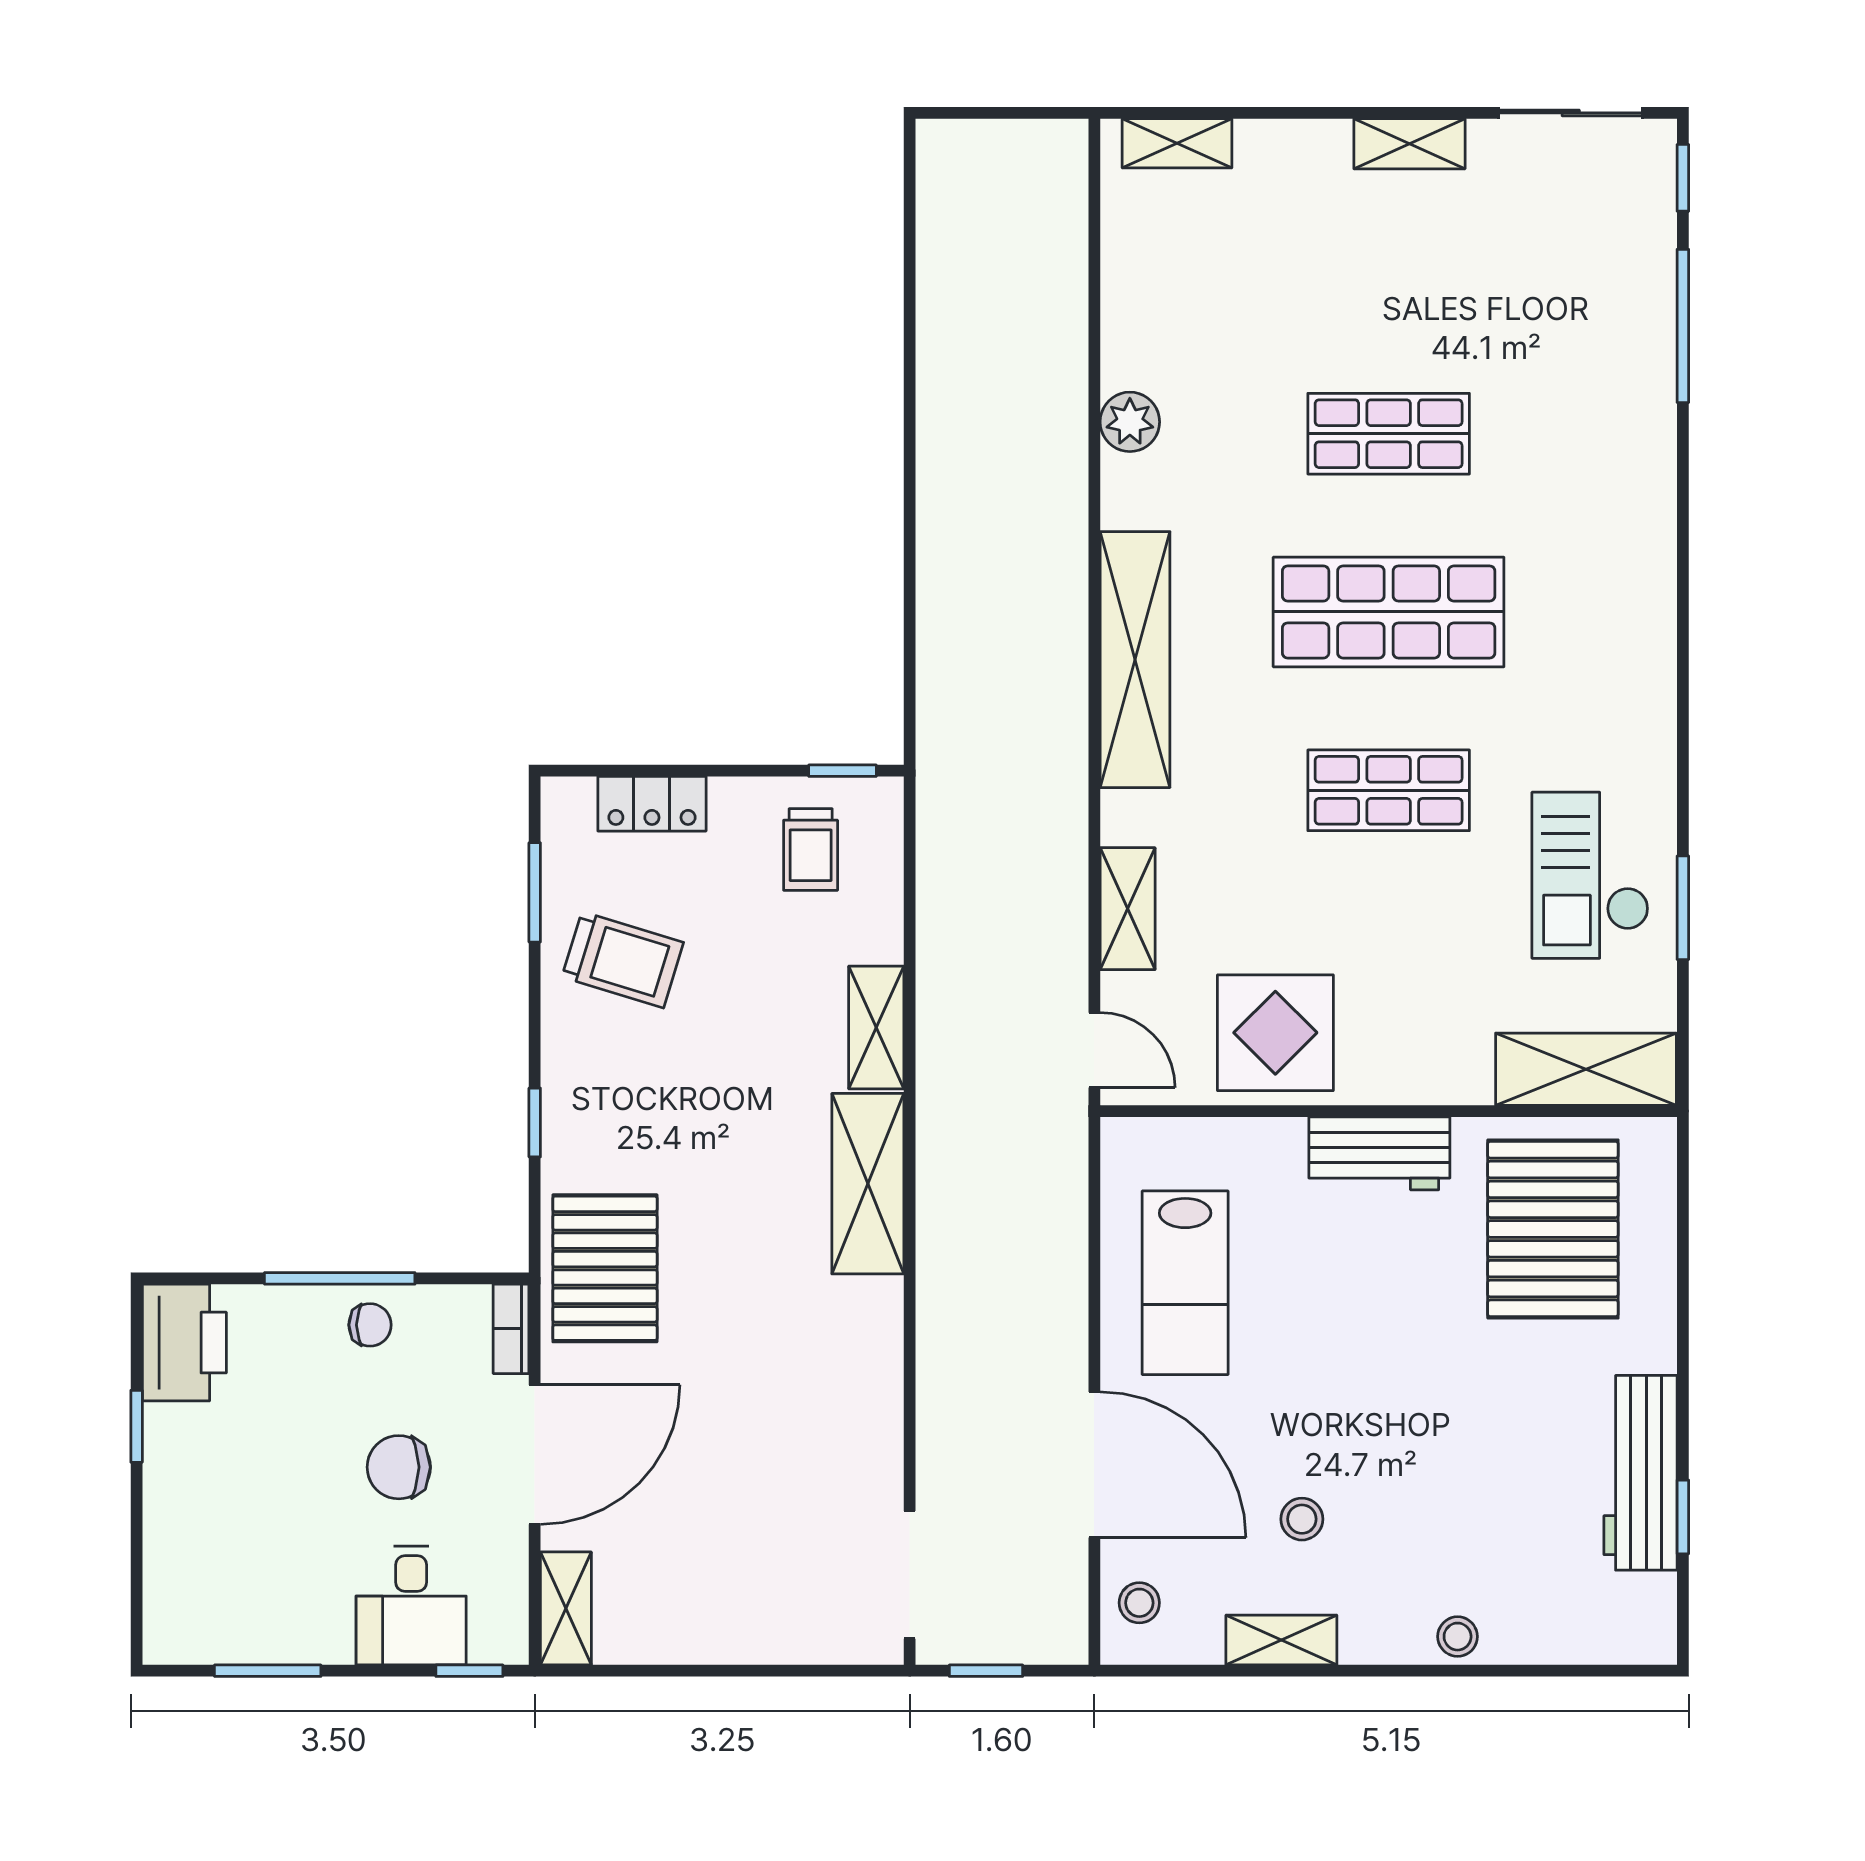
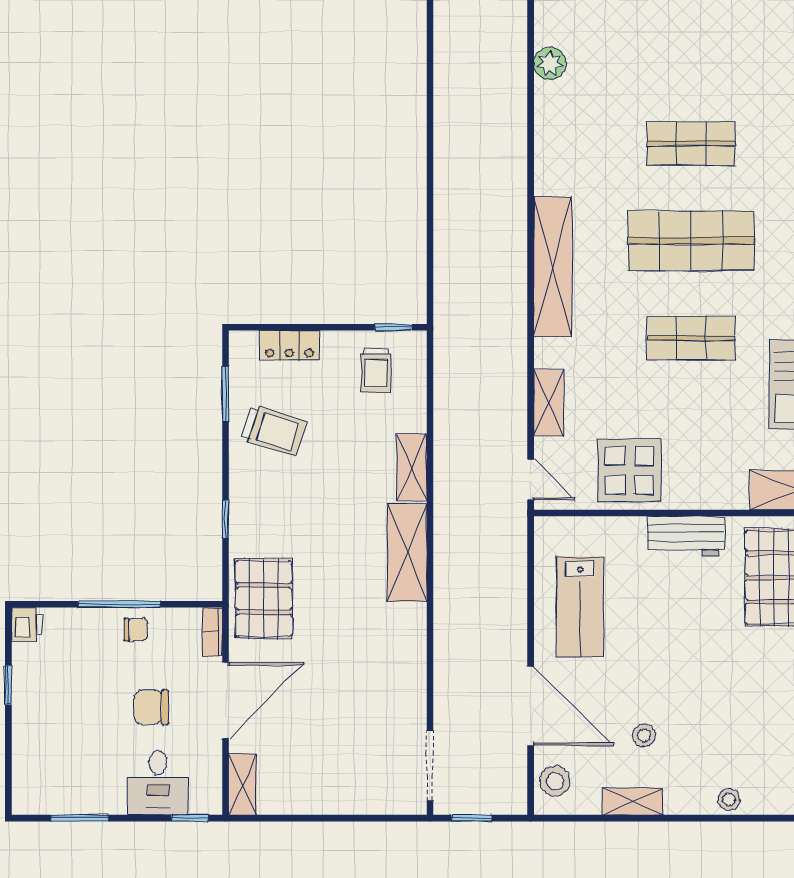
plant: (1130, 422) -> (550, 63), moved
printer: (184, 1343) -> (27, 624), width x0.53, depth x0.68
stool: (1139, 1603) -> (555, 781), width x1.37, depth x1.37

